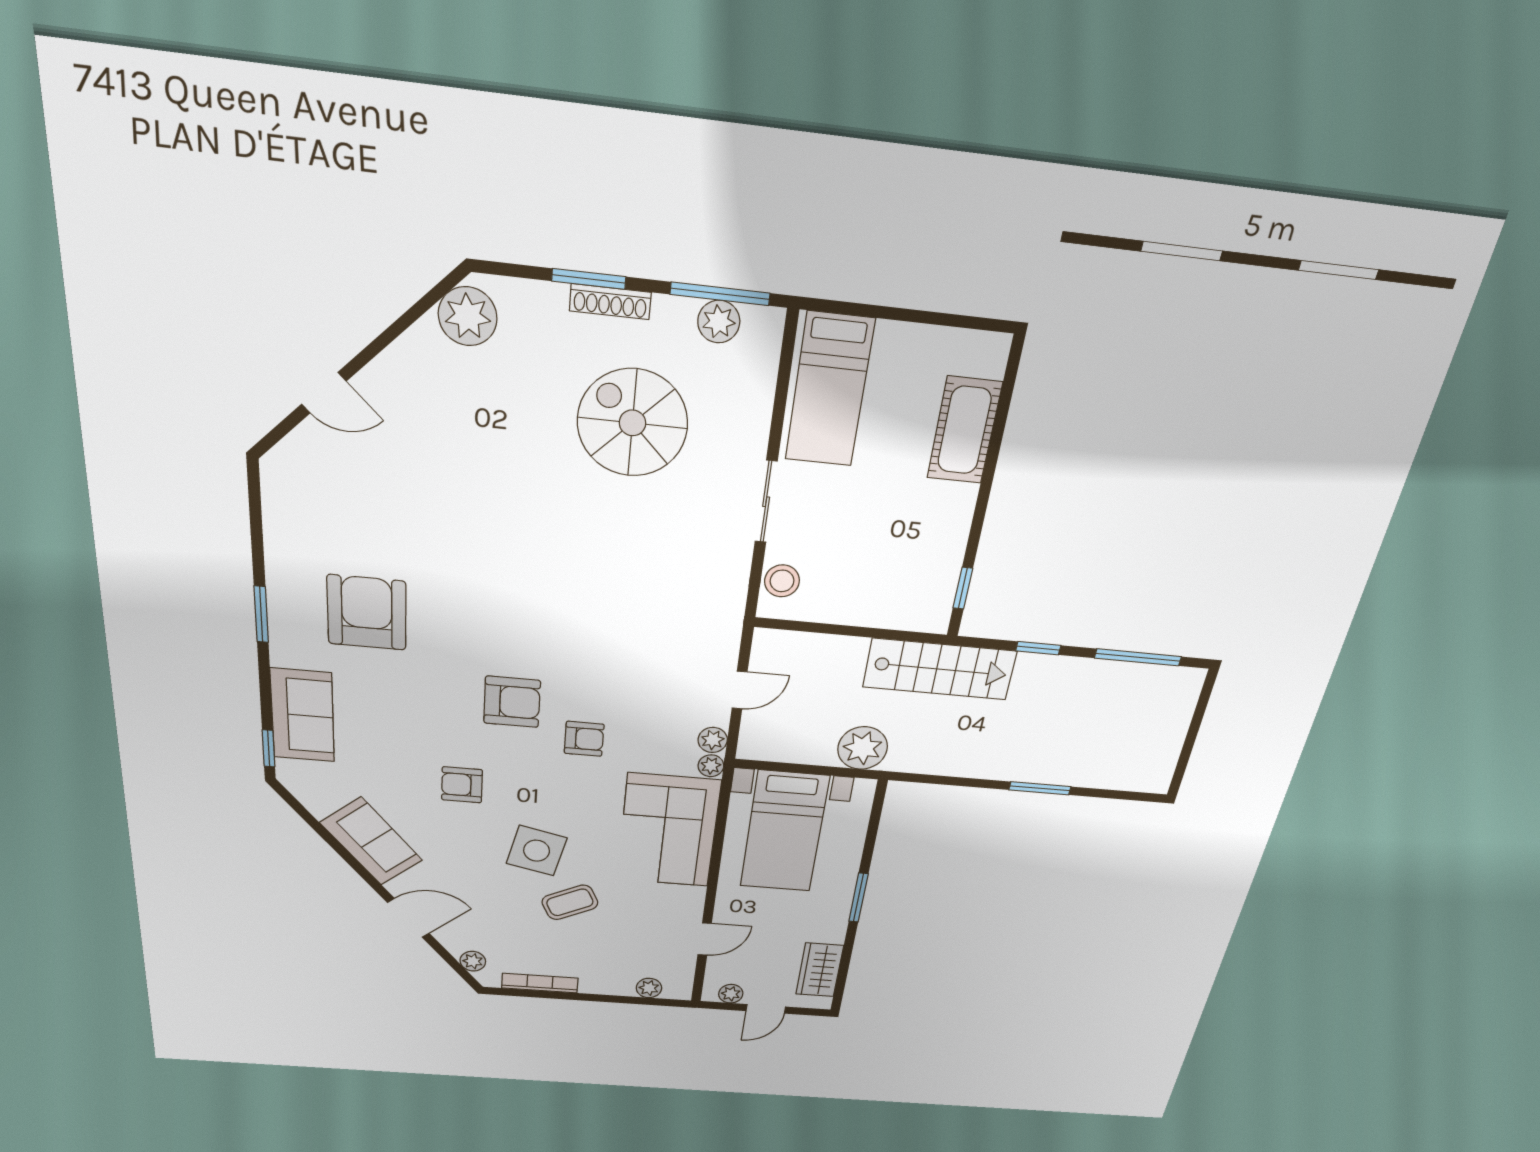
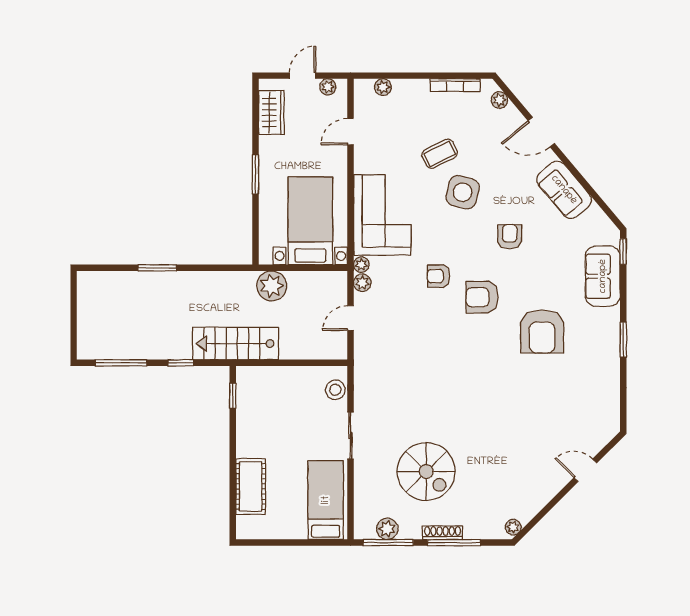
window: (589, 279) -> (454, 543), width x1.44
plant: (468, 316) -> (513, 527), width x0.53, depth x0.53
armchair: (367, 613) -> (542, 331), moved
armchair: (462, 785) -> (510, 237), turned -90

